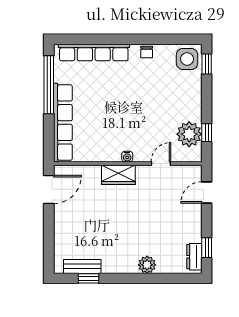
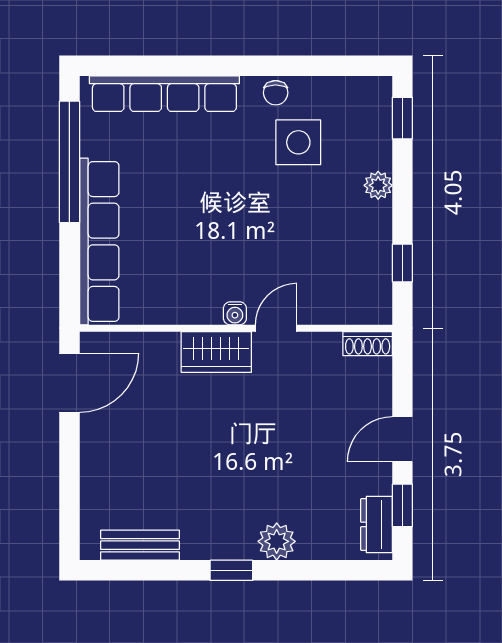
side table: (187, 59) -> (298, 142), moved
plant: (189, 134) -> (378, 185), moved, width x0.53, depth x0.53
door: (161, 164) -> (276, 328), moved
shoe rack: (190, 171) -> (368, 344), added
door: (207, 192) -> (402, 439), moved
window: (88, 278) -> (231, 570), moved

